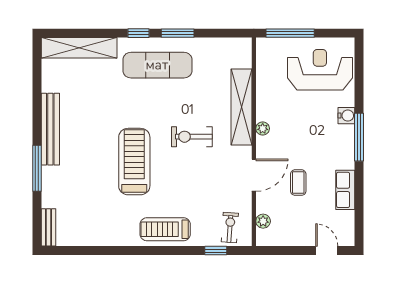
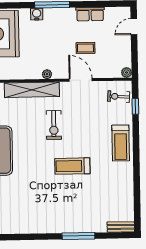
bench: (50, 129) -> (50, 227), removed
treadmill: (134, 162) -> (72, 166), width x0.73, depth x0.73
plant: (263, 221) -> (126, 72), moved

